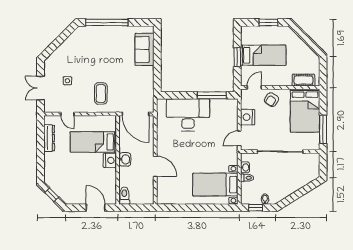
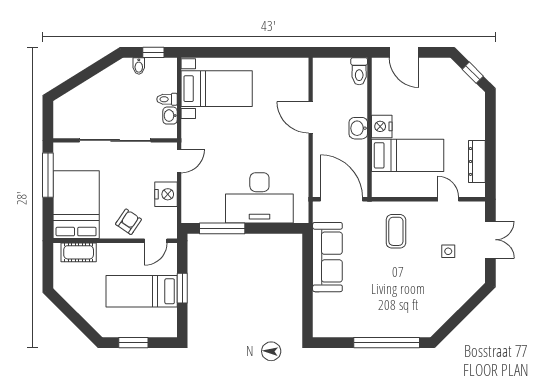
sofa: (145, 49) -> (327, 257), moved, width x1.36

